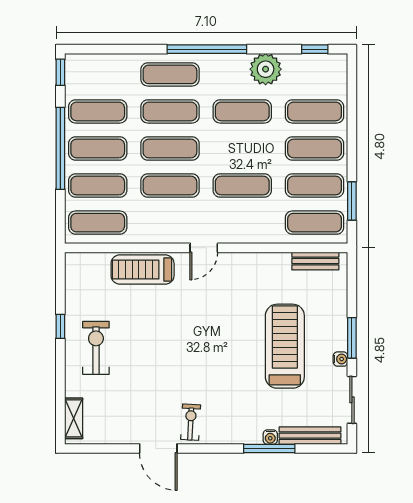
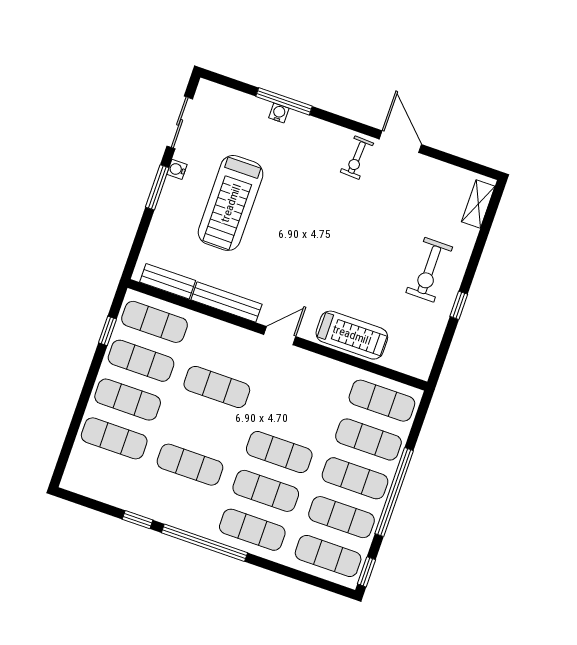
window: (315, 49) -> (138, 520), moved
plant: (266, 69) -> (150, 500), removed
exercise mat: (170, 186) -> (328, 556), moved
window: (352, 201) -> (108, 331), width x0.67
bench: (310, 436) -> (226, 302), moved

